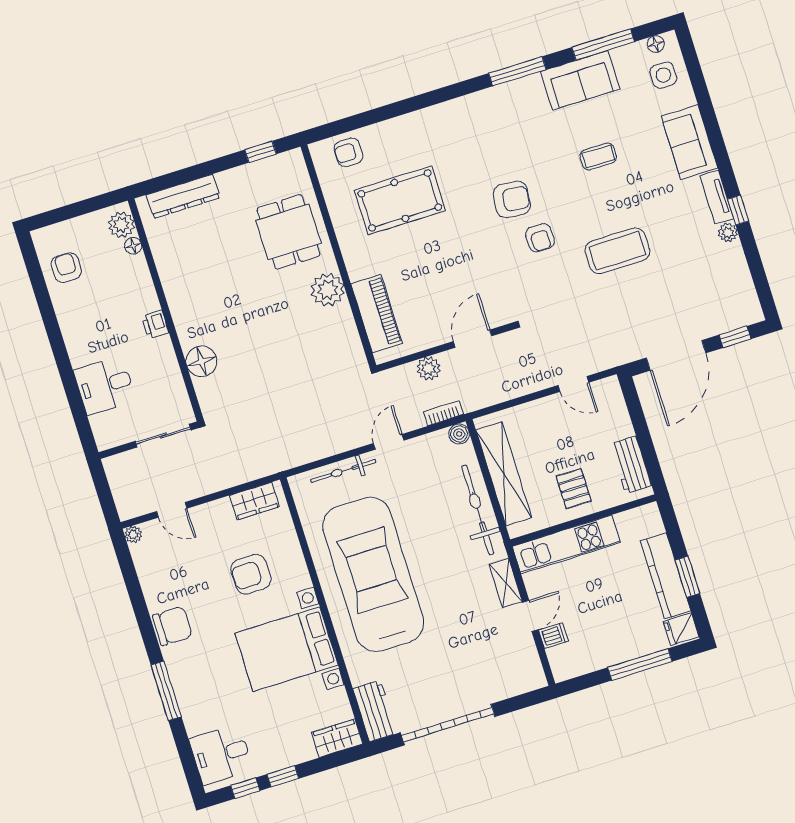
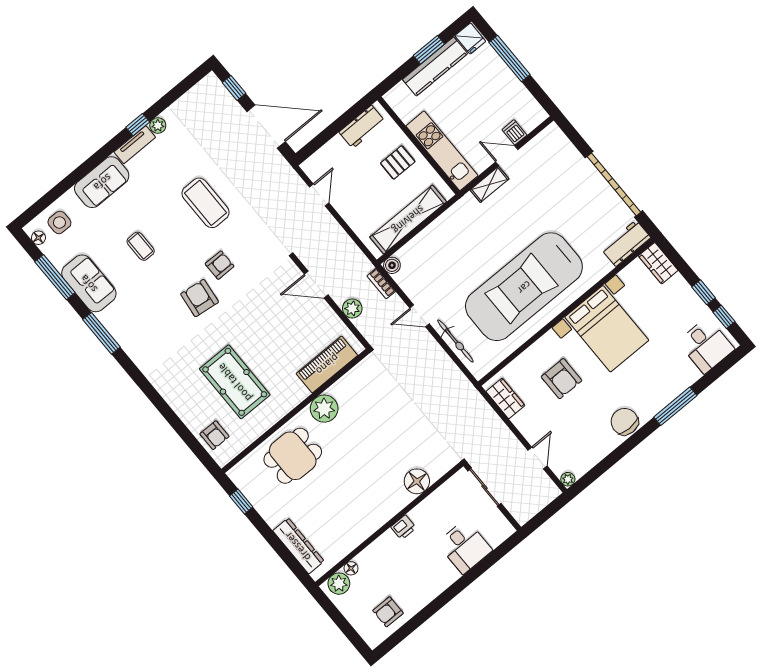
bicycle: (478, 510) -> (443, 228), removed

